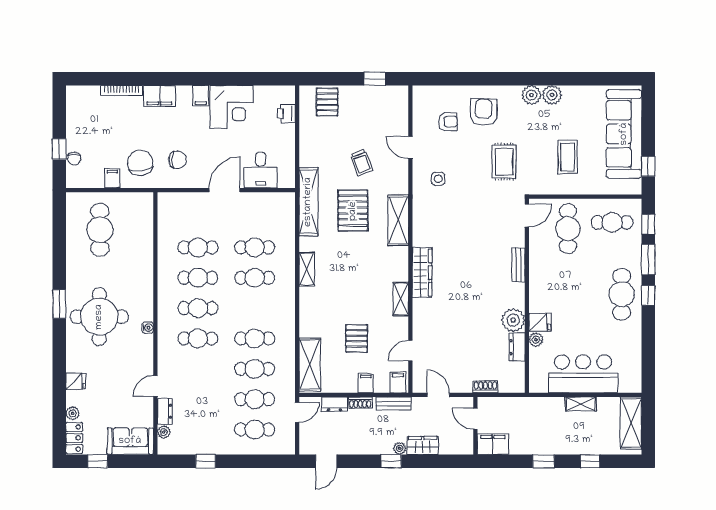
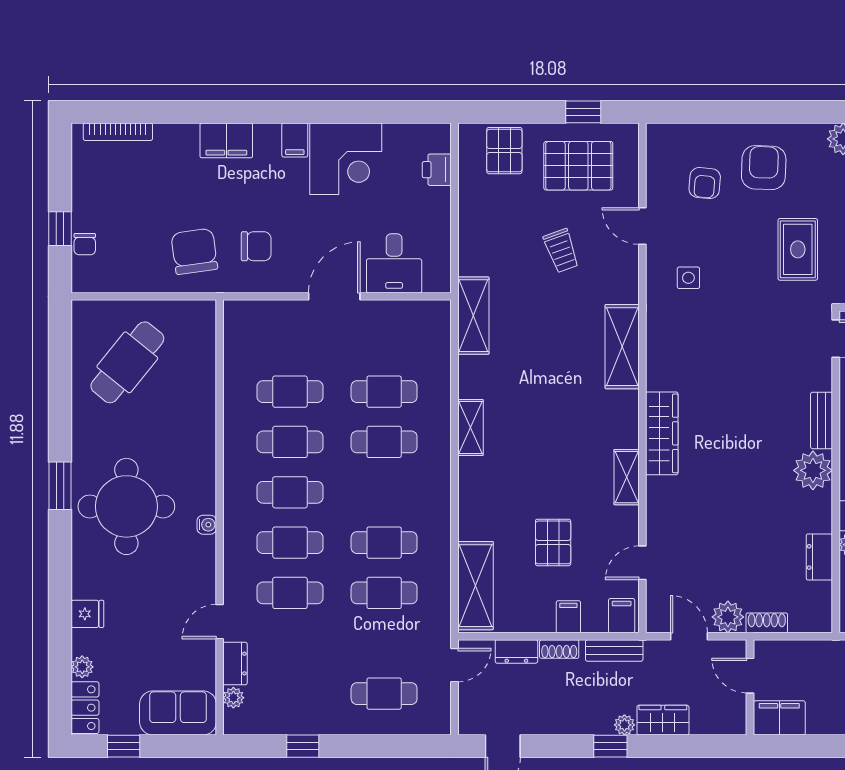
bookcase: (122, 91) -> (118, 132), moved
armchair: (448, 122) -> (705, 183), turned 95
filing cabinet: (112, 178) -> (148, 277), removed
shelving: (308, 202) -> (473, 316), width x0.68
pallet: (353, 211) -> (578, 166), moved, turned 90
cafe table: (100, 230) -> (127, 362), turned 39
plant: (513, 320) -> (813, 470), moved
plant: (462, 383) -> (728, 617), added
cafe table: (255, 399) -> (290, 593), moved

